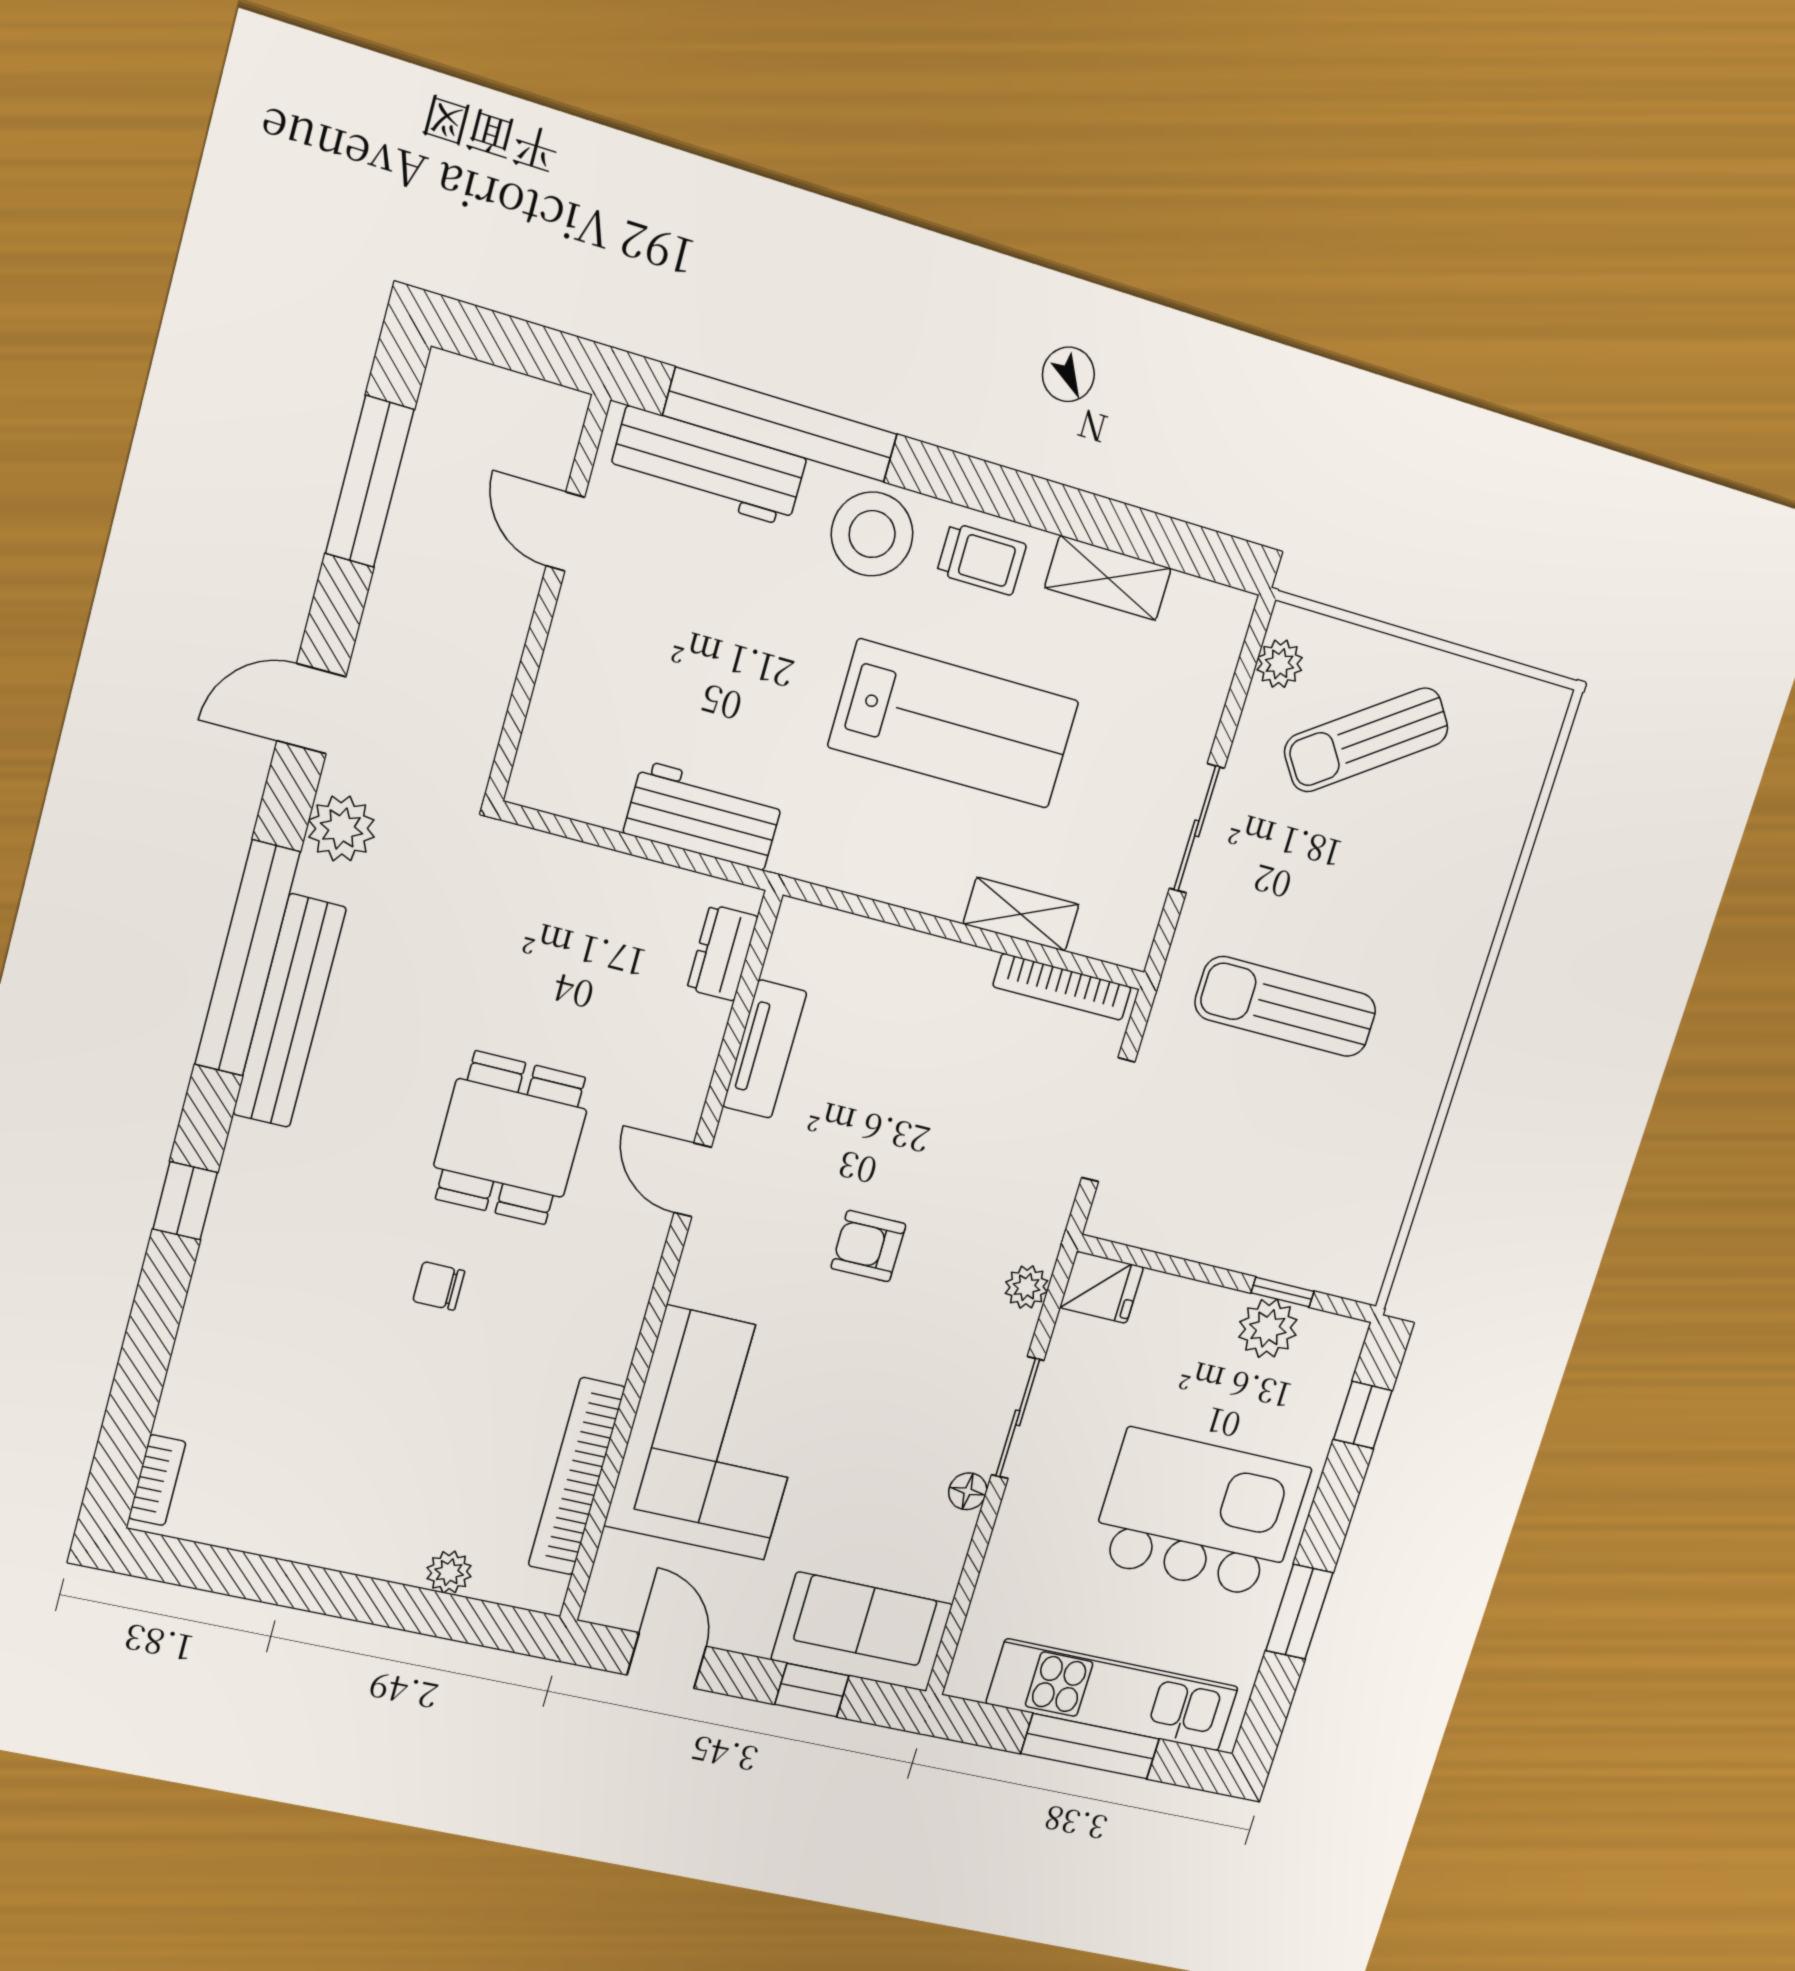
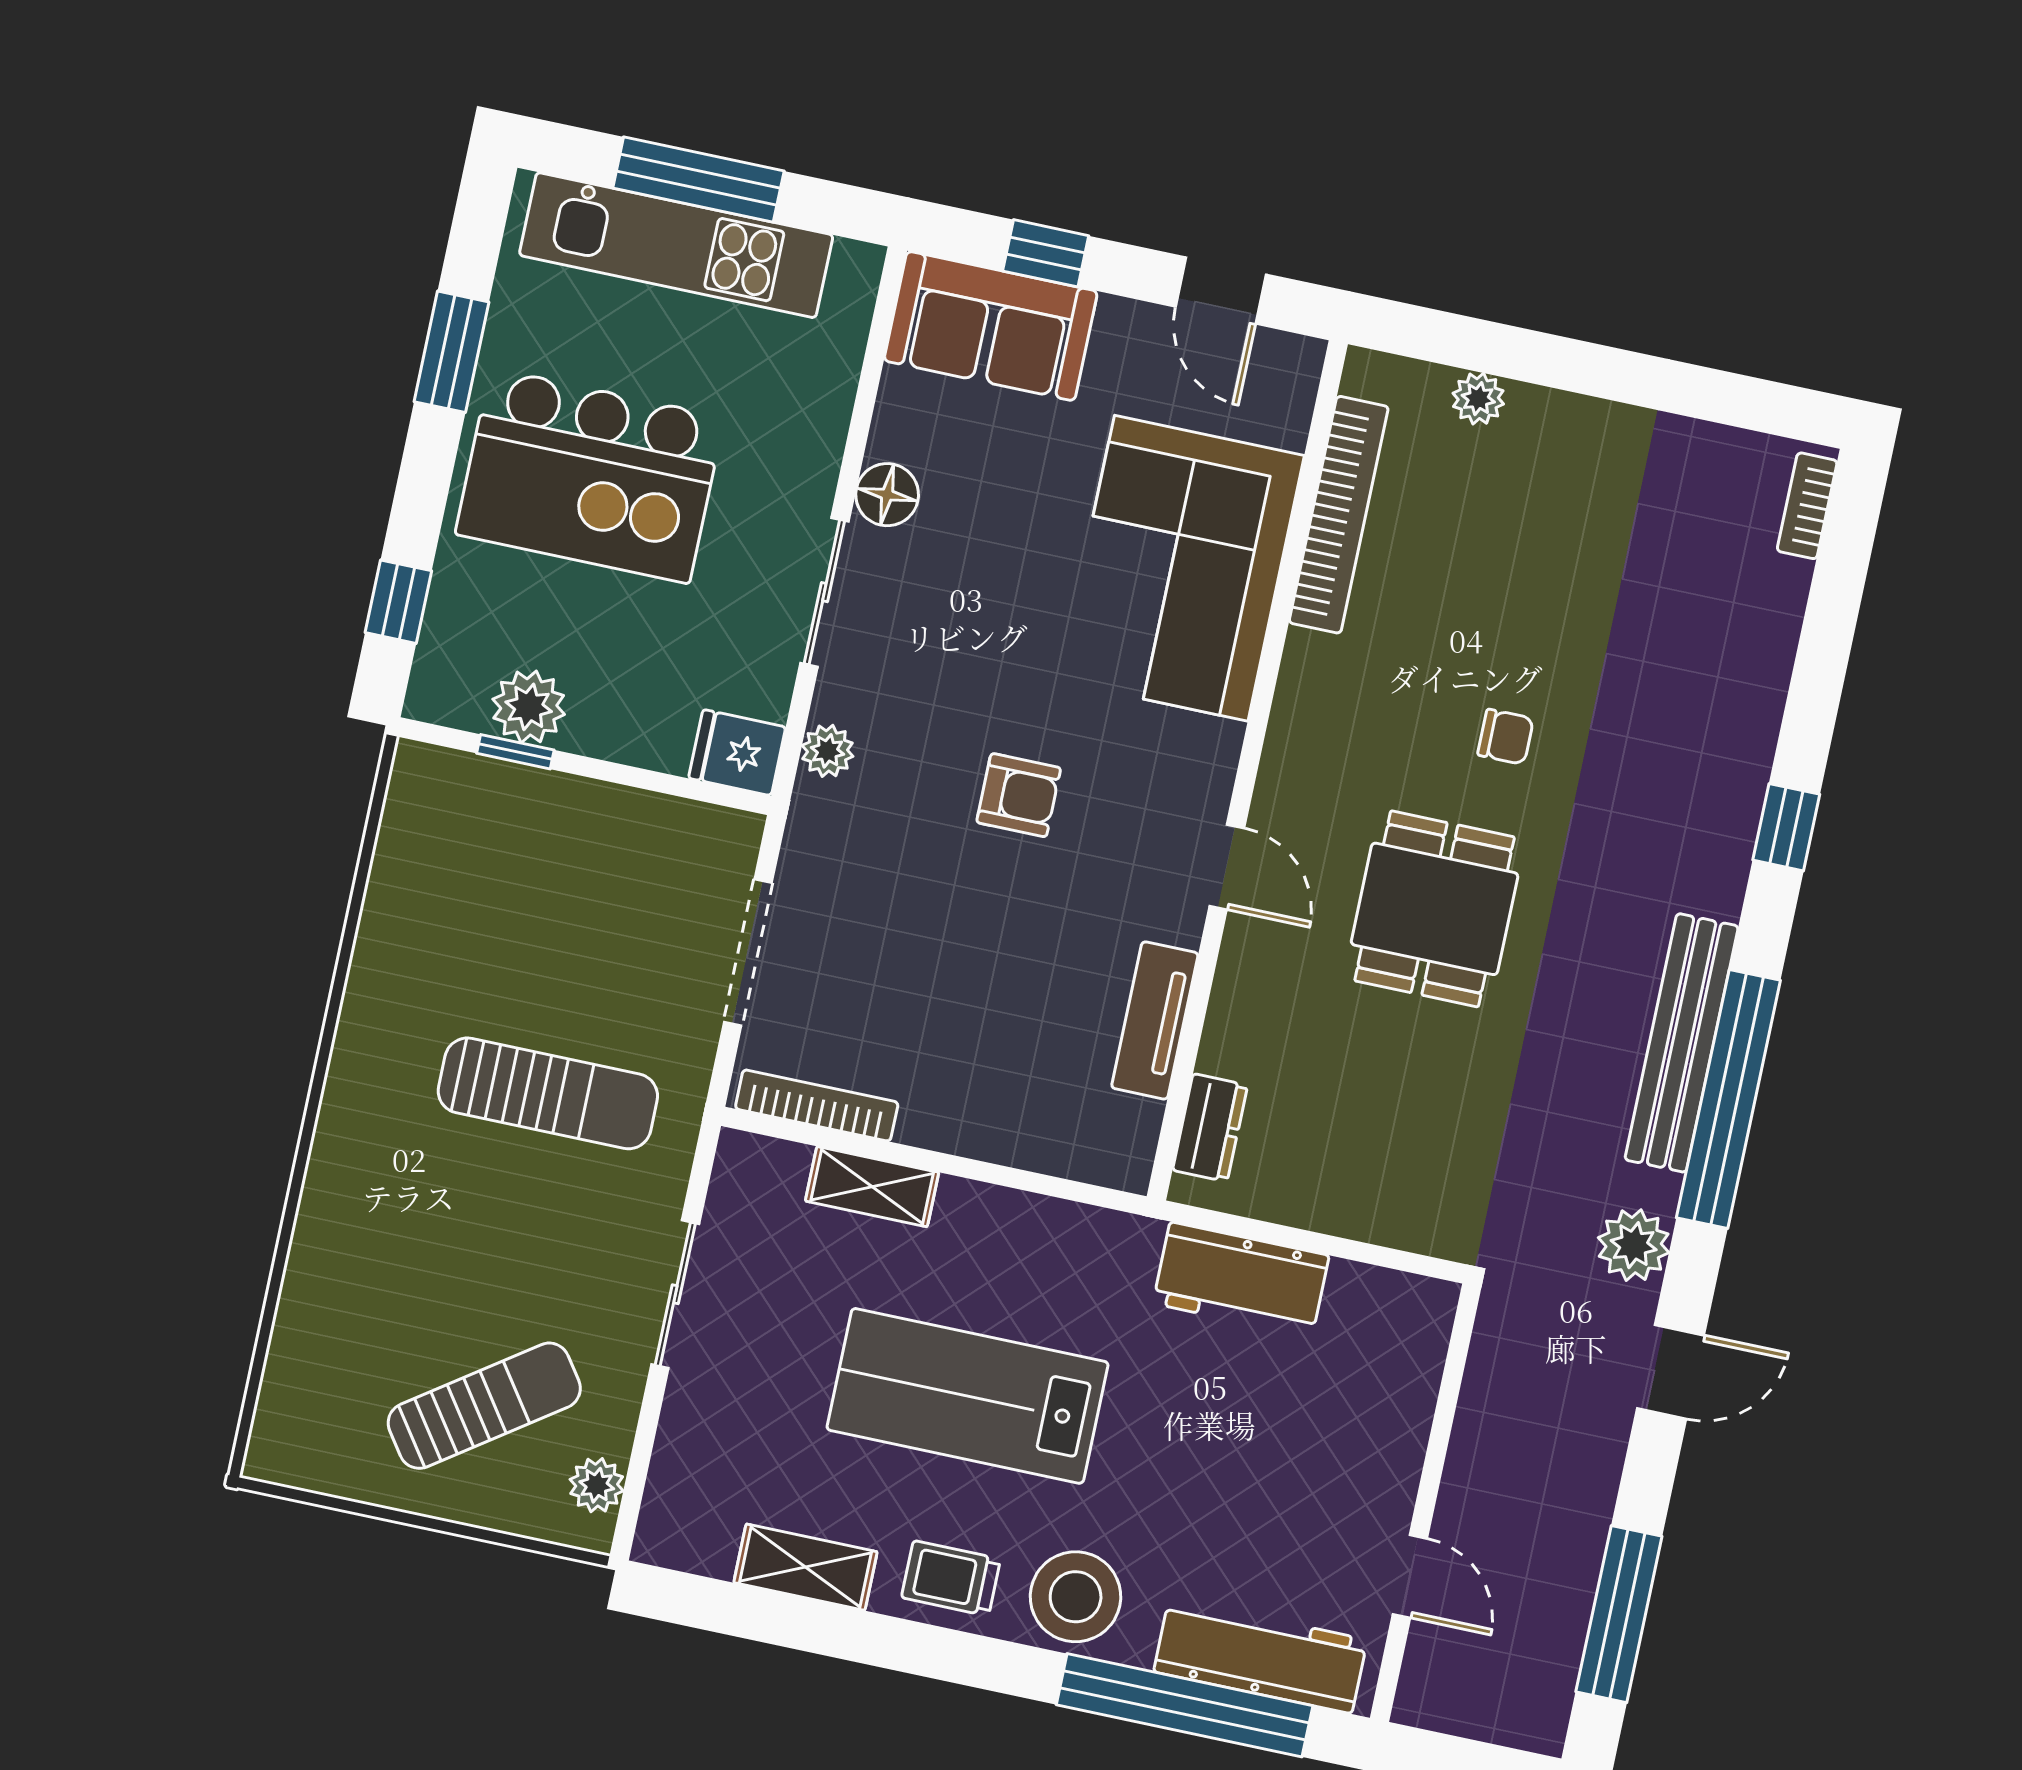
floor lamp: (968, 1491) -> (887, 495), width x1.37, depth x1.37

